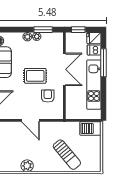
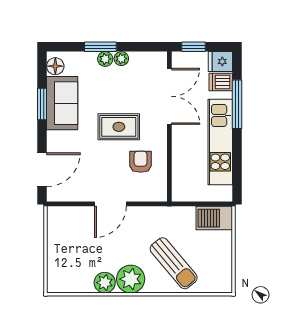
window: (43, 30) -> (100, 47), moved
double door: (64, 69) -> (169, 96), moved
door: (30, 120) -> (110, 204), hinge flipped
plant: (42, 164) -> (131, 279), added

